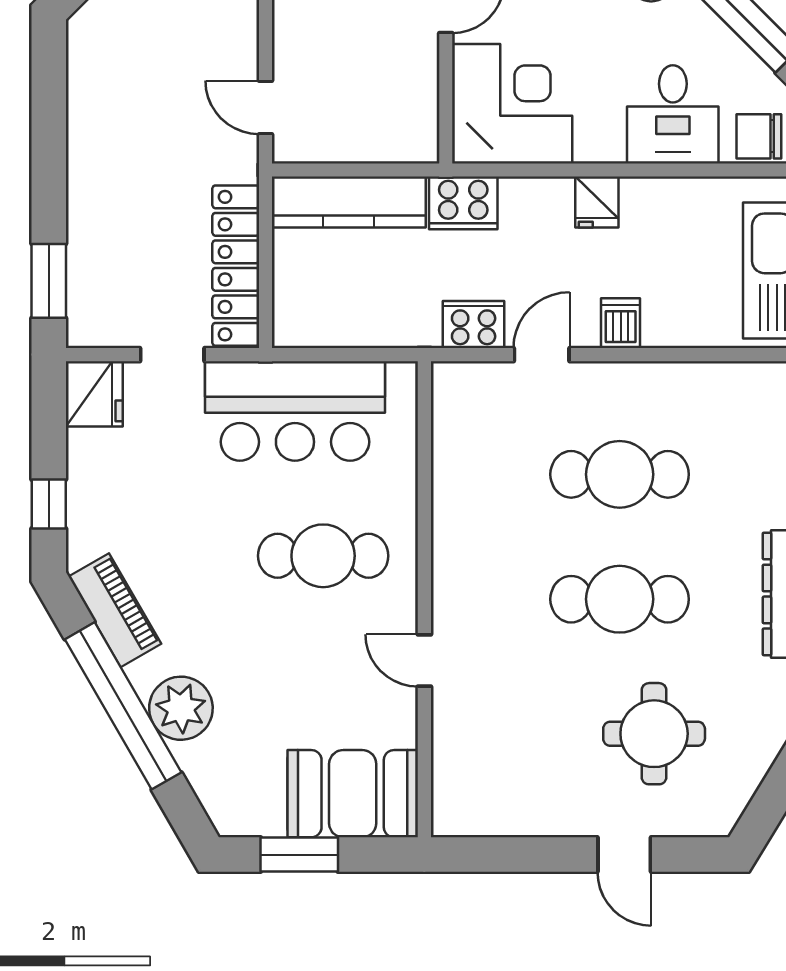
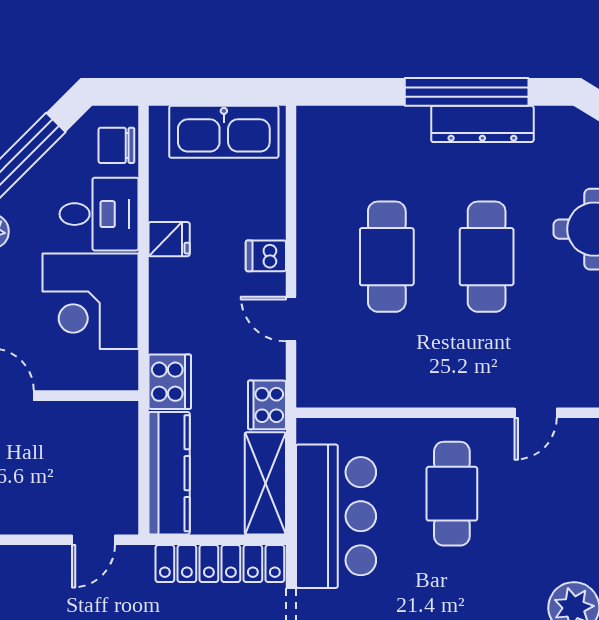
corner desk: (512, 104) -> (90, 301), moved, turned -90
chair: (759, 136) -> (116, 145), turned 90
fridge: (597, 202) -> (169, 239), moved
shelving: (336, 323) -> (265, 483), added
cooker: (474, 324) -> (267, 405), moved

